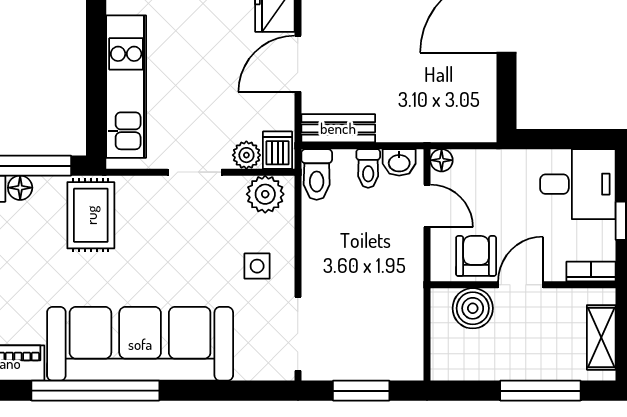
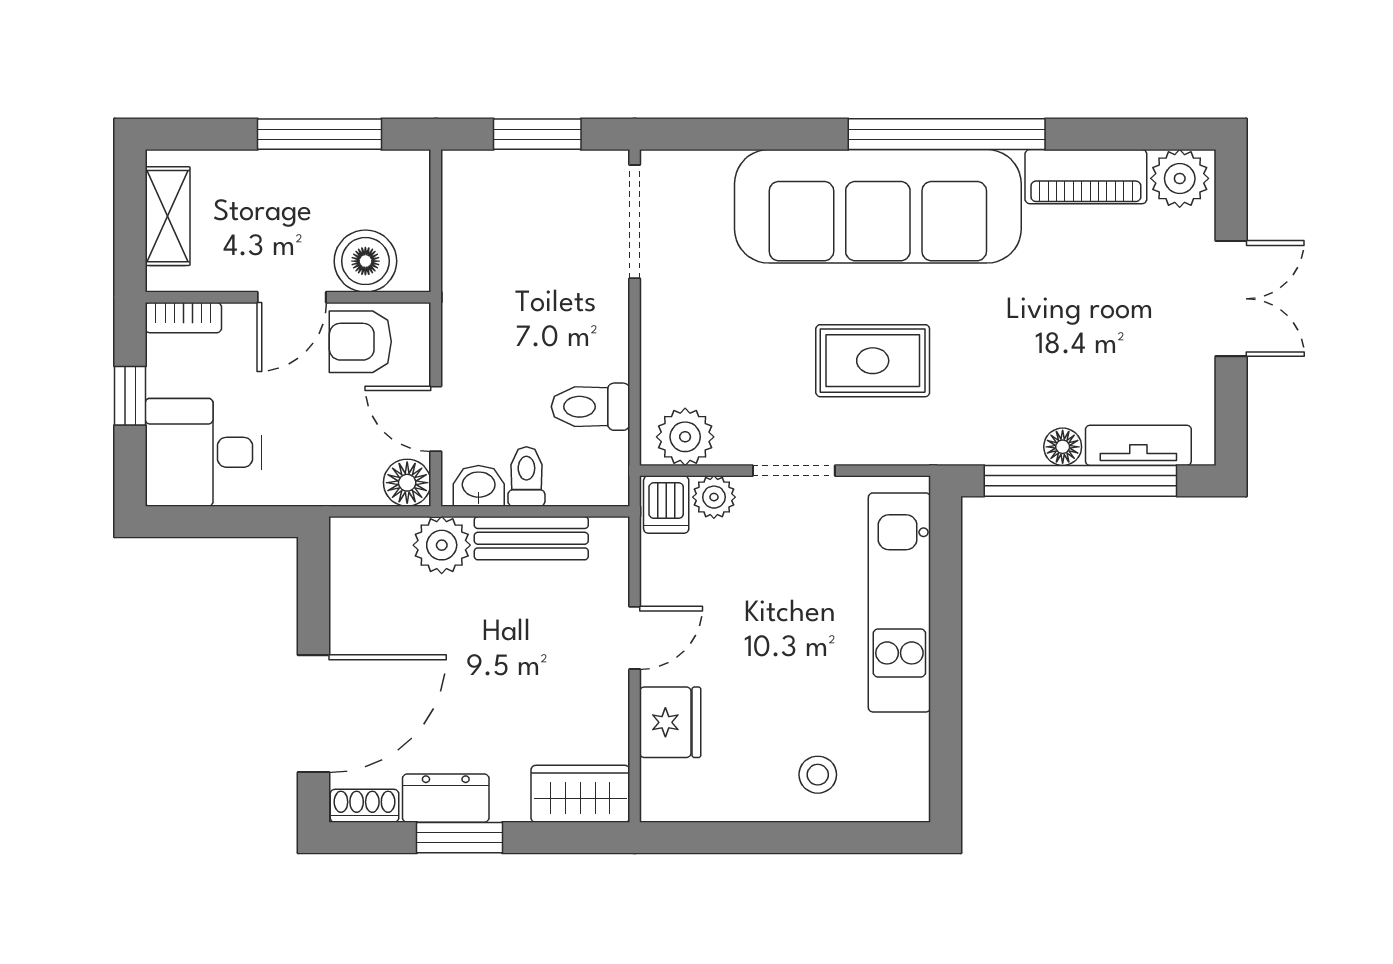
door: (298, 64) -> (635, 638), width x0.73
plant: (423, 124) -> (442, 545), added
bench: (338, 128) -> (531, 538), moved
floor lamp: (442, 160) -> (407, 483), width x1.37, depth x1.37
toilet: (317, 174) -> (590, 407), moved, turned -90
rug: (91, 215) -> (873, 361), moved, turned 90
armchair: (476, 256) -> (360, 342), turned 90
side table: (257, 266) -> (698, 326), removed
window: (540, 391) -> (319, 134), moved

